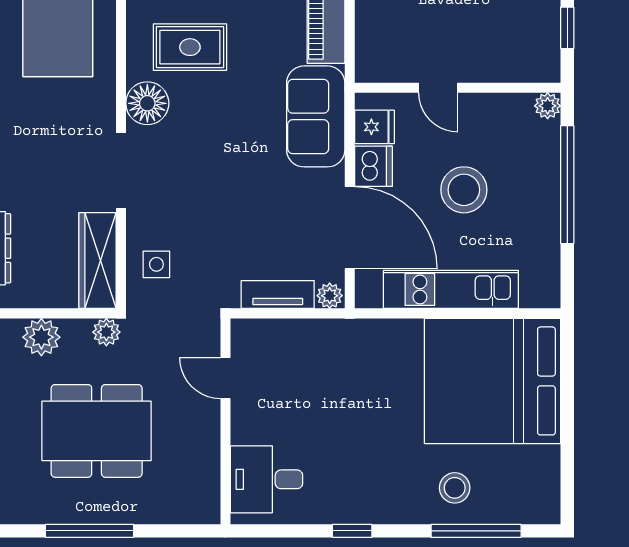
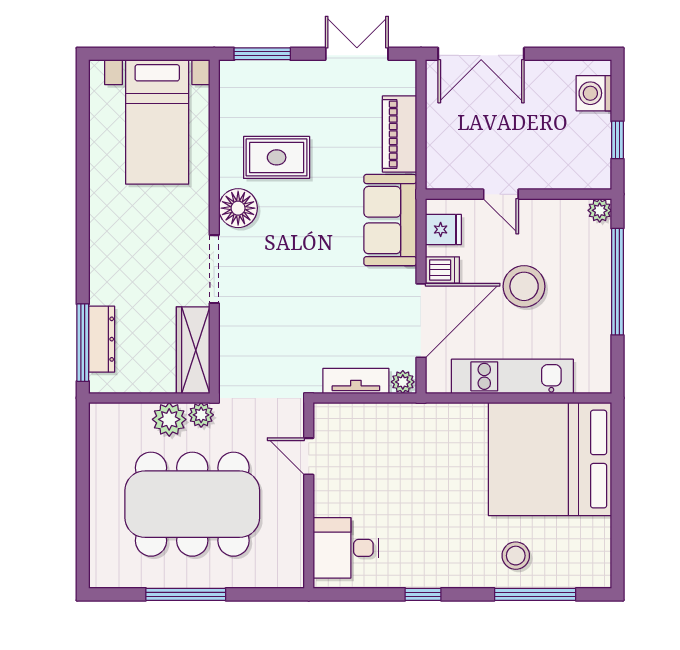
dishwasher: (374, 166) -> (442, 270), width x0.73
door: (350, 228) -> (421, 321), hinge flipped
side table: (156, 264) -> (246, 354), removed
plant: (41, 337) -> (169, 419), moved
dining table: (97, 431) -> (192, 504), width x1.36, depth x1.24

